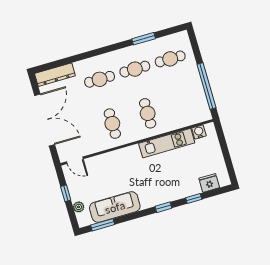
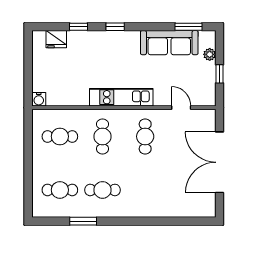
dresser: (55, 75) -> (193, 209), removed
cafe table: (100, 79) -> (60, 136), moved
window: (206, 86) -> (28, 148), removed
water cooler: (199, 132) -> (39, 99), moved
kitchen unit: (167, 143) -> (121, 97), moved
door: (75, 160) -> (181, 108), moved

